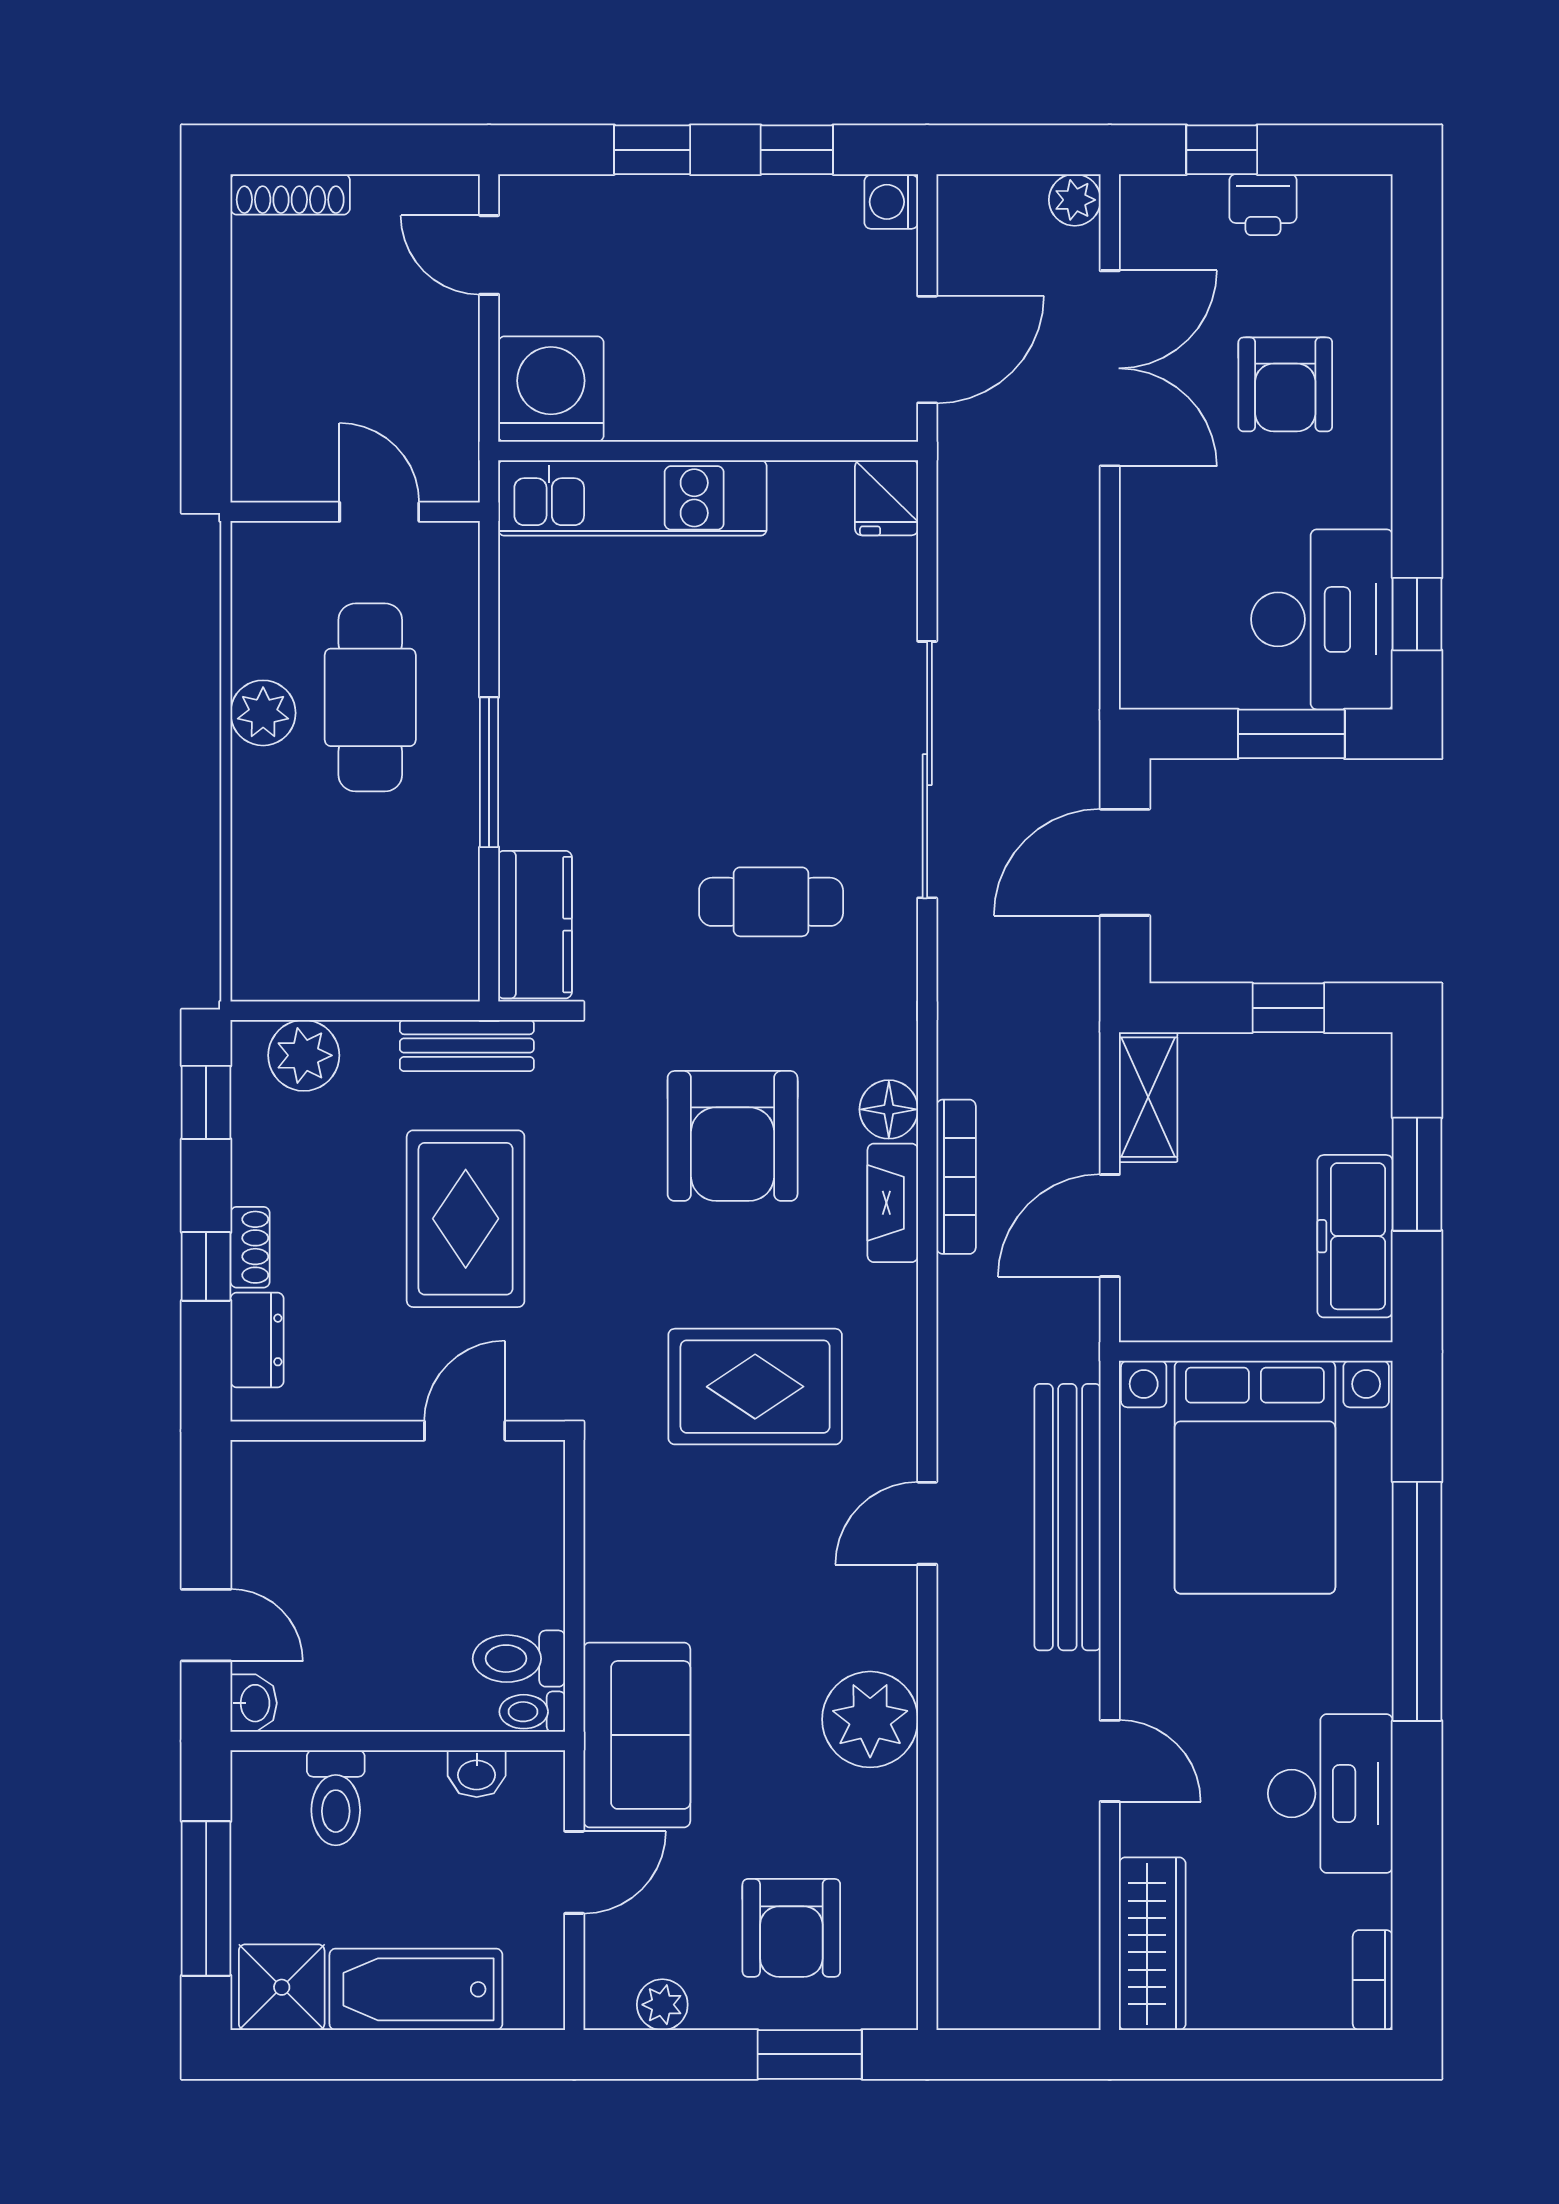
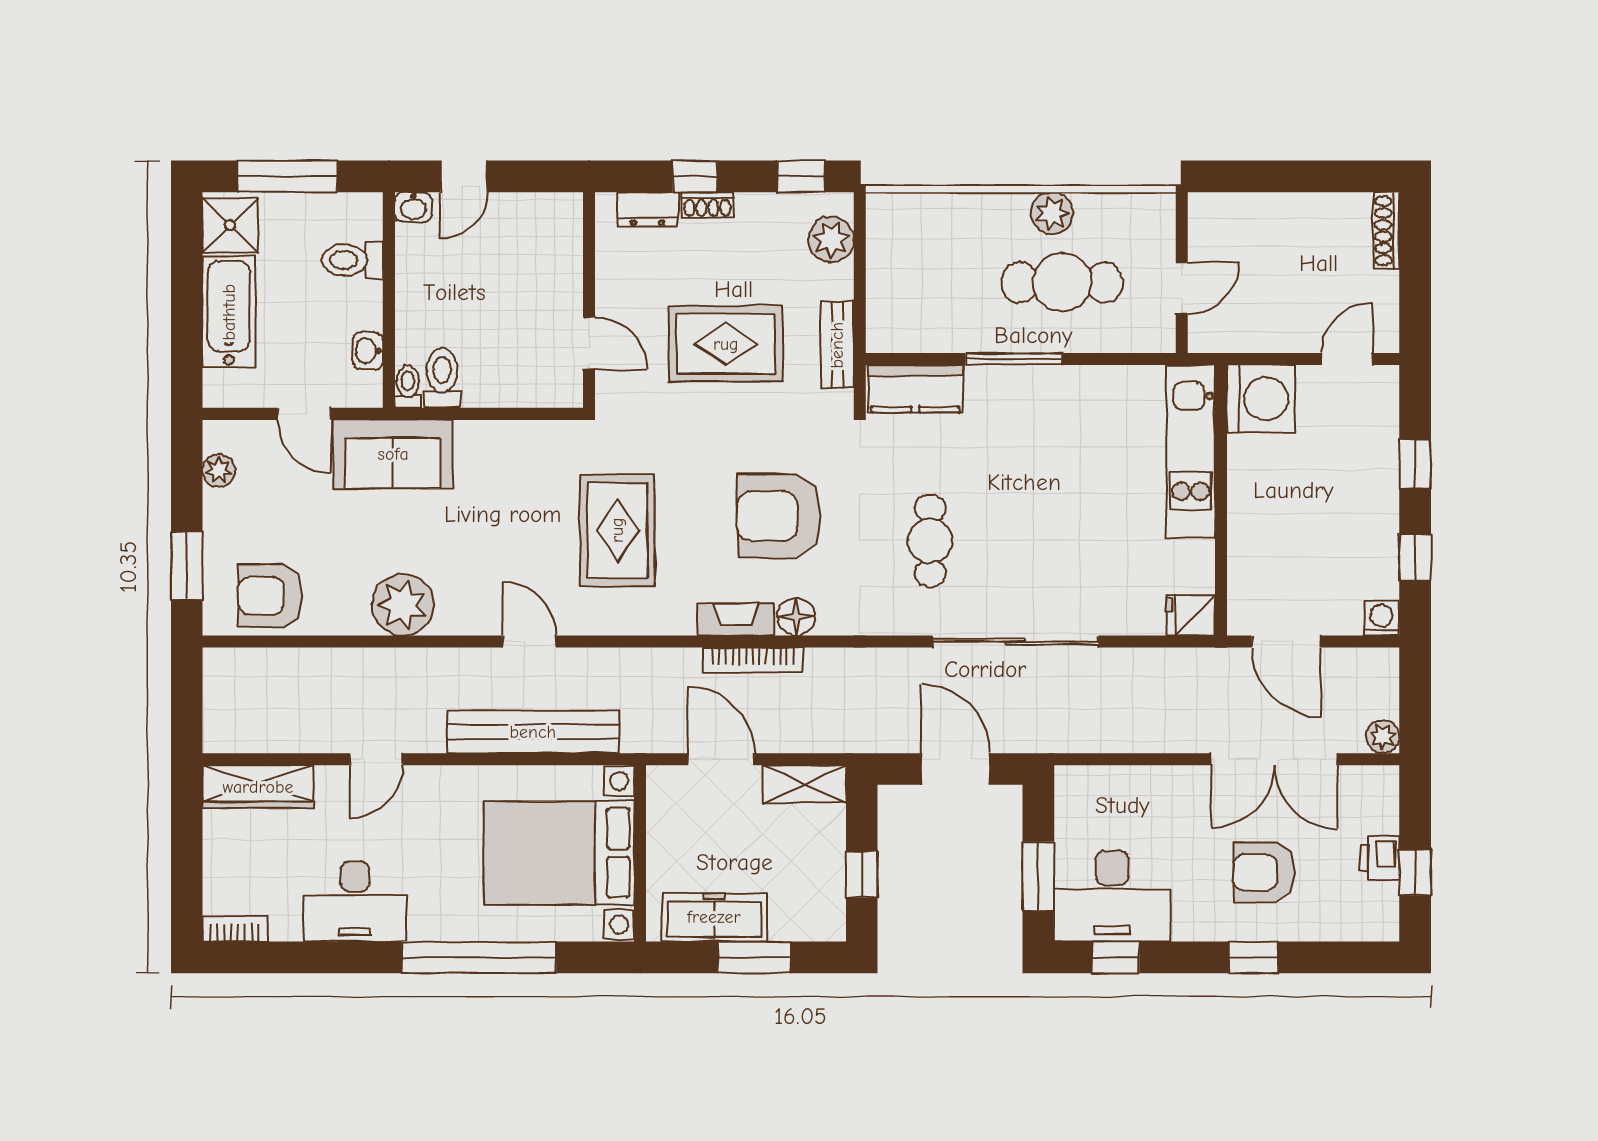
window: (1222, 150) -> (1415, 872), moved
window: (1417, 401) -> (1253, 957), added
armchair: (791, 1928) -> (270, 596), moved

